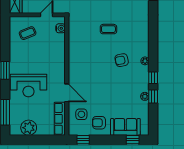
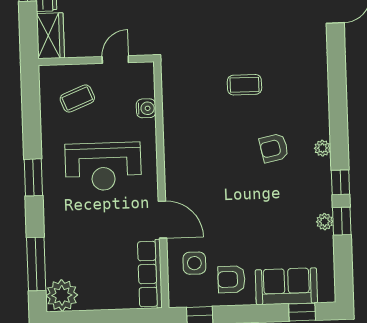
water cooler: (61, 28) -> (146, 108), moved
reception desk: (28, 86) -> (103, 167), moved
plant: (29, 128) -> (62, 295), moved

